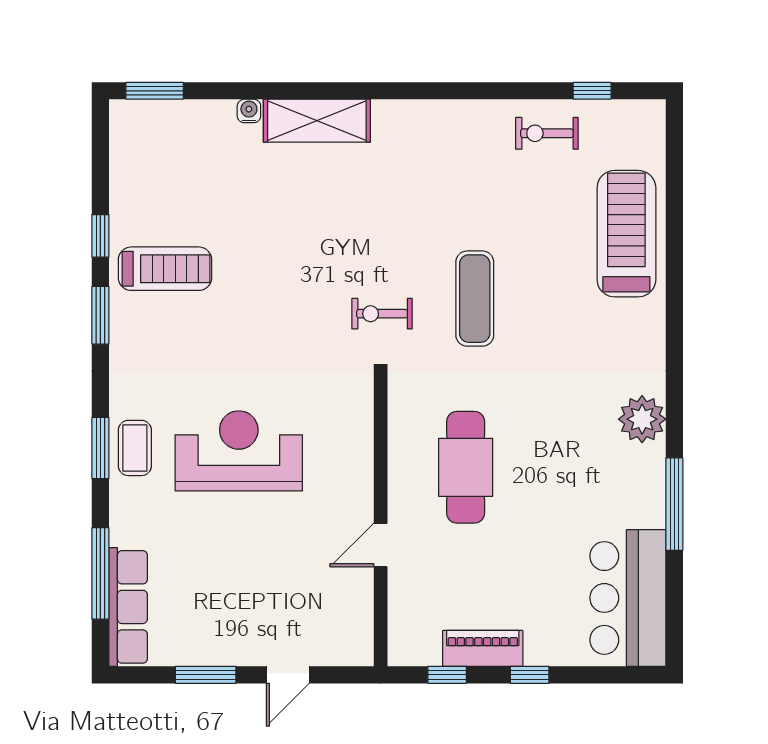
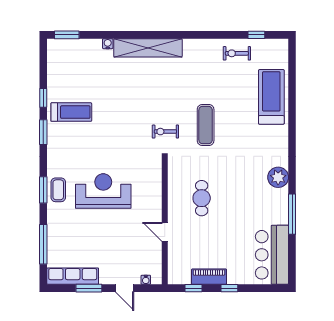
shelving: (317, 121) -> (148, 48), width x1.47
cafe table: (466, 467) -> (202, 198), width x0.73, depth x0.74
door: (381, 545) -> (165, 232), hinge flipped
row of seats: (128, 607) -> (73, 276), moved, turned -90
water cooler: (337, 656) -> (146, 280), added
door: (288, 675) -> (125, 288), hinge flipped

